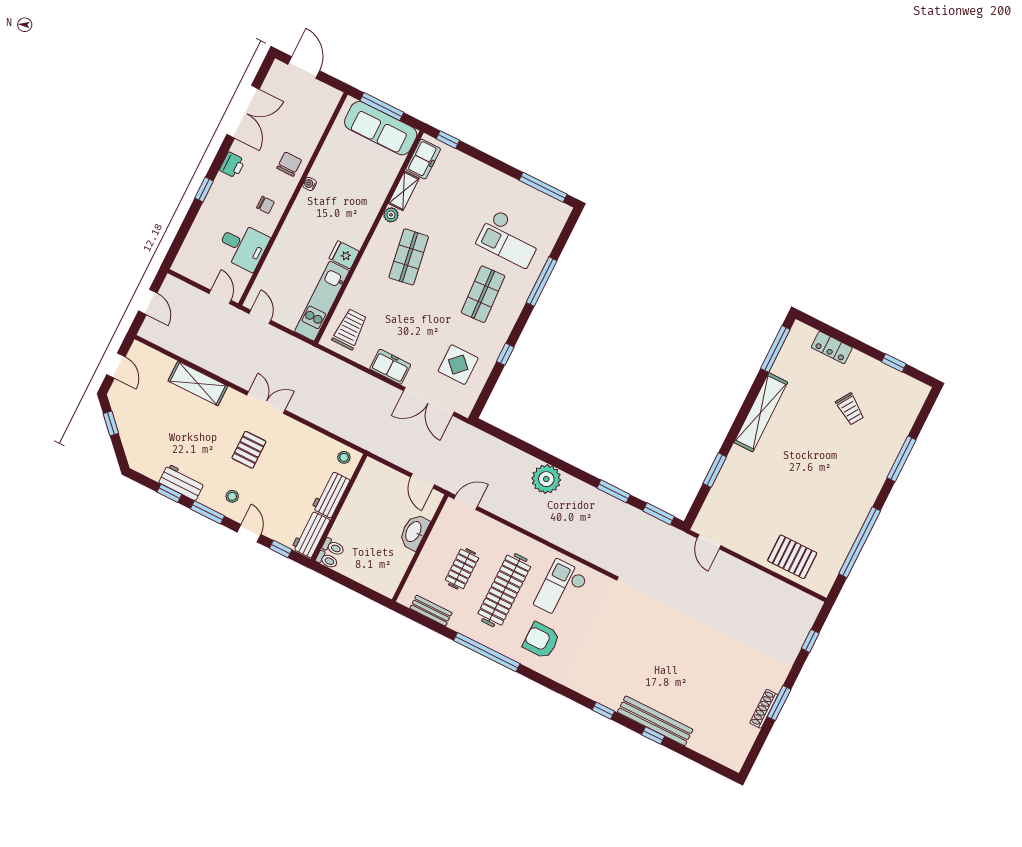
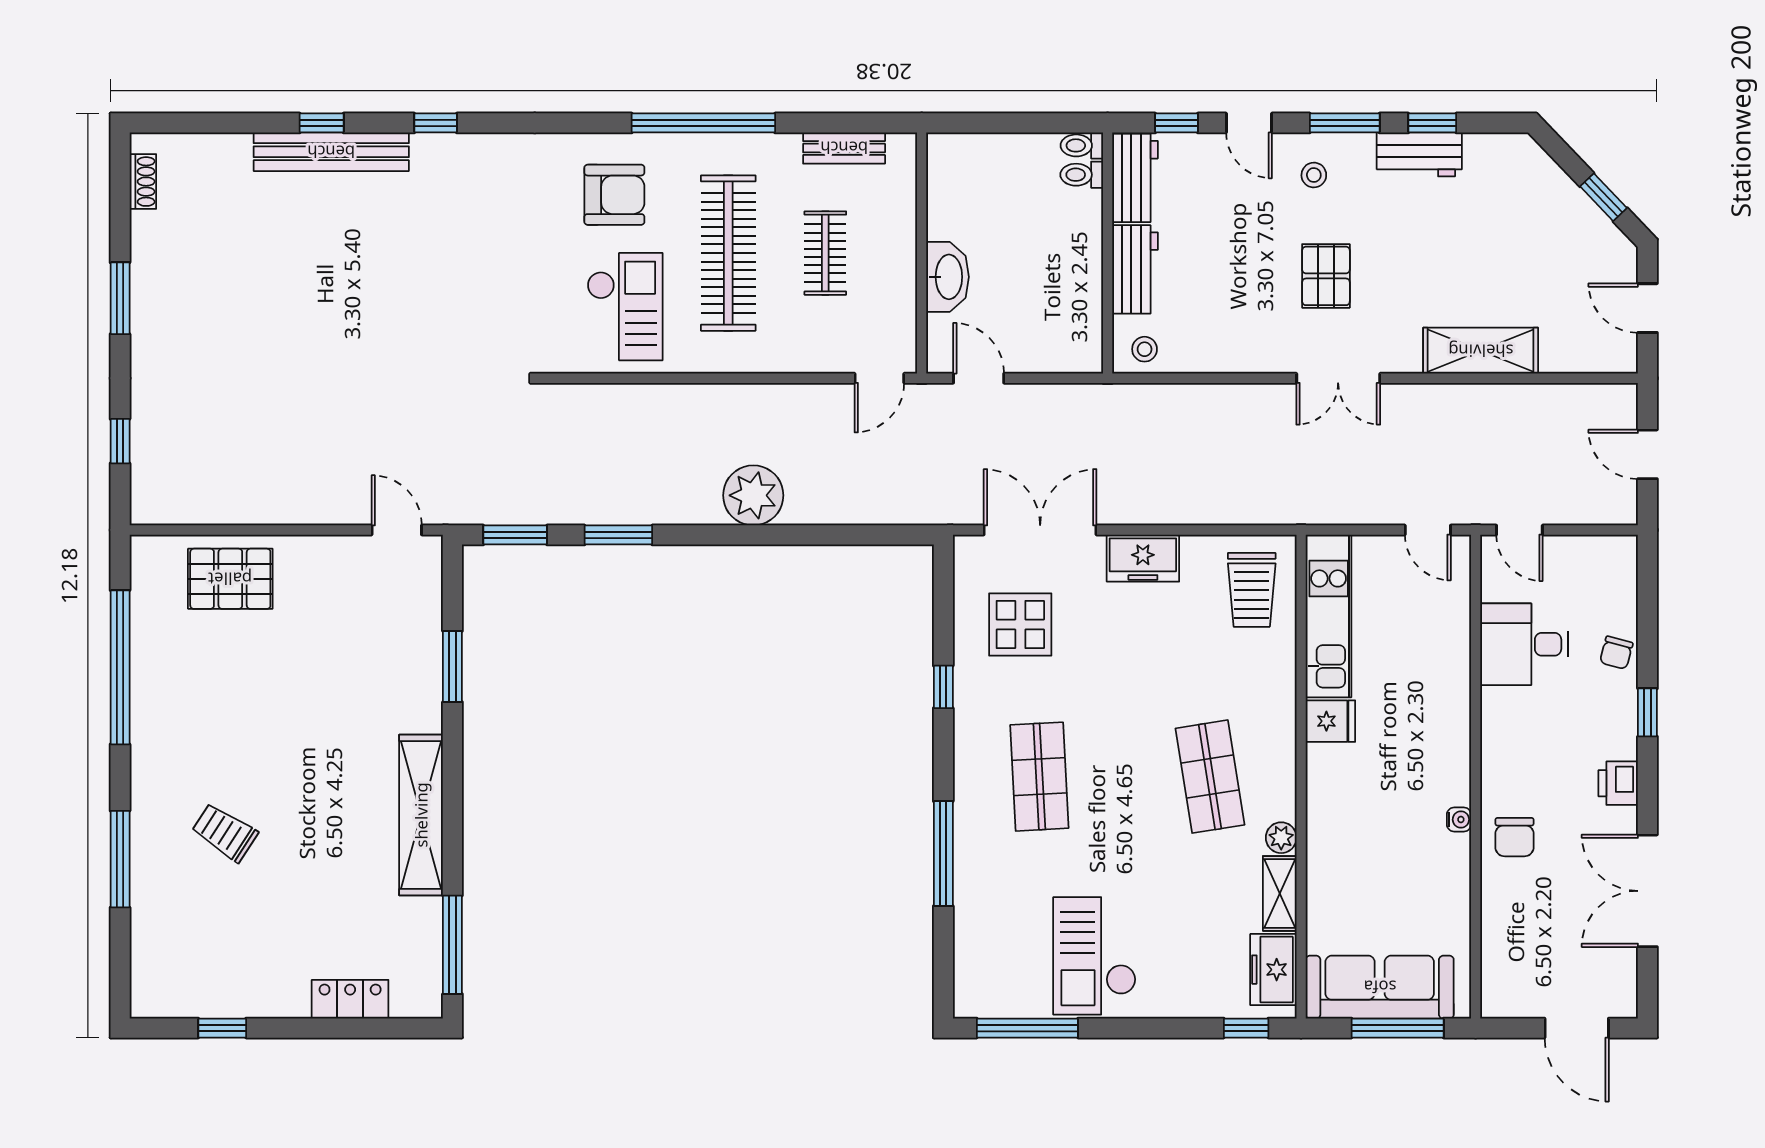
chair: (266, 205) -> (1616, 653), moved, turned -75
checkout: (510, 239) -> (1095, 956), moved, turned -90
trolley: (850, 409) -> (225, 832), moved
shoe rack: (764, 709) -> (143, 182), moved, width x0.70

